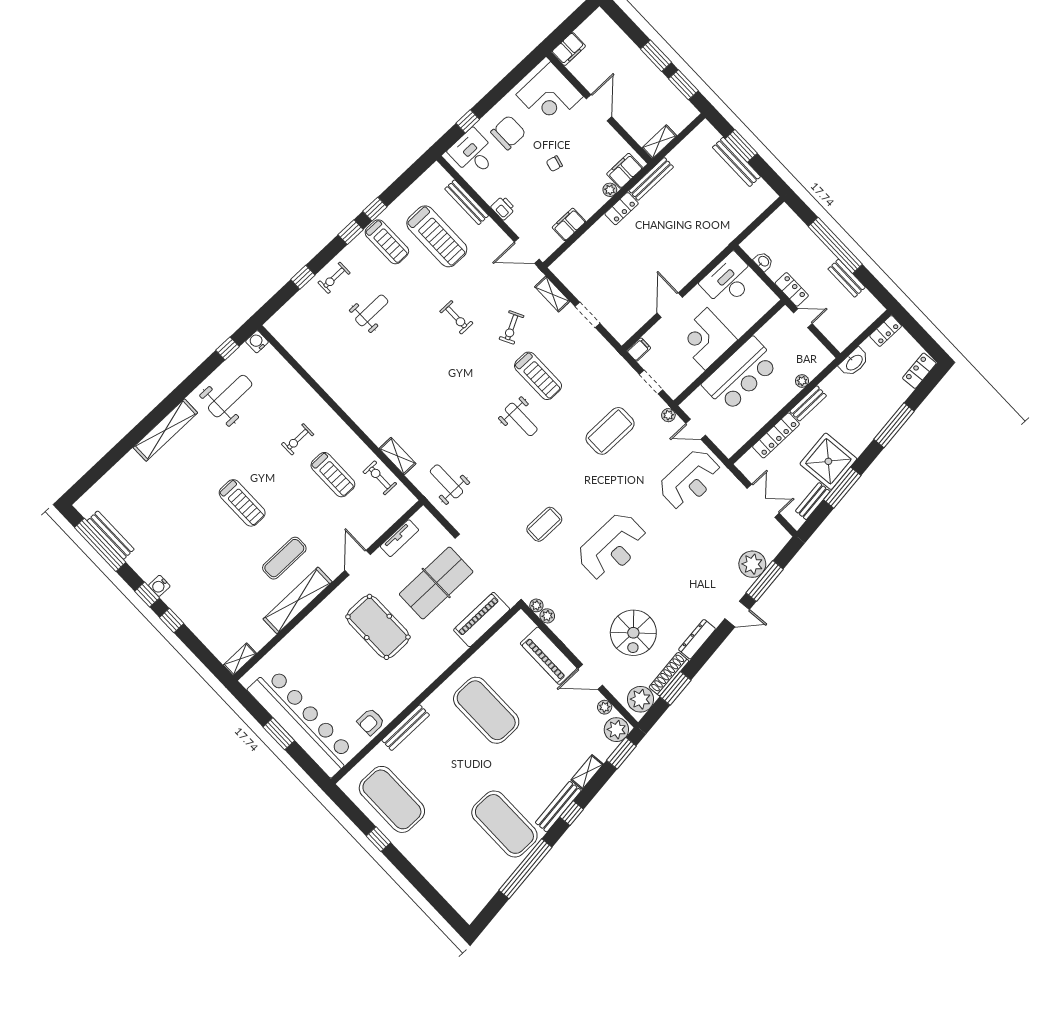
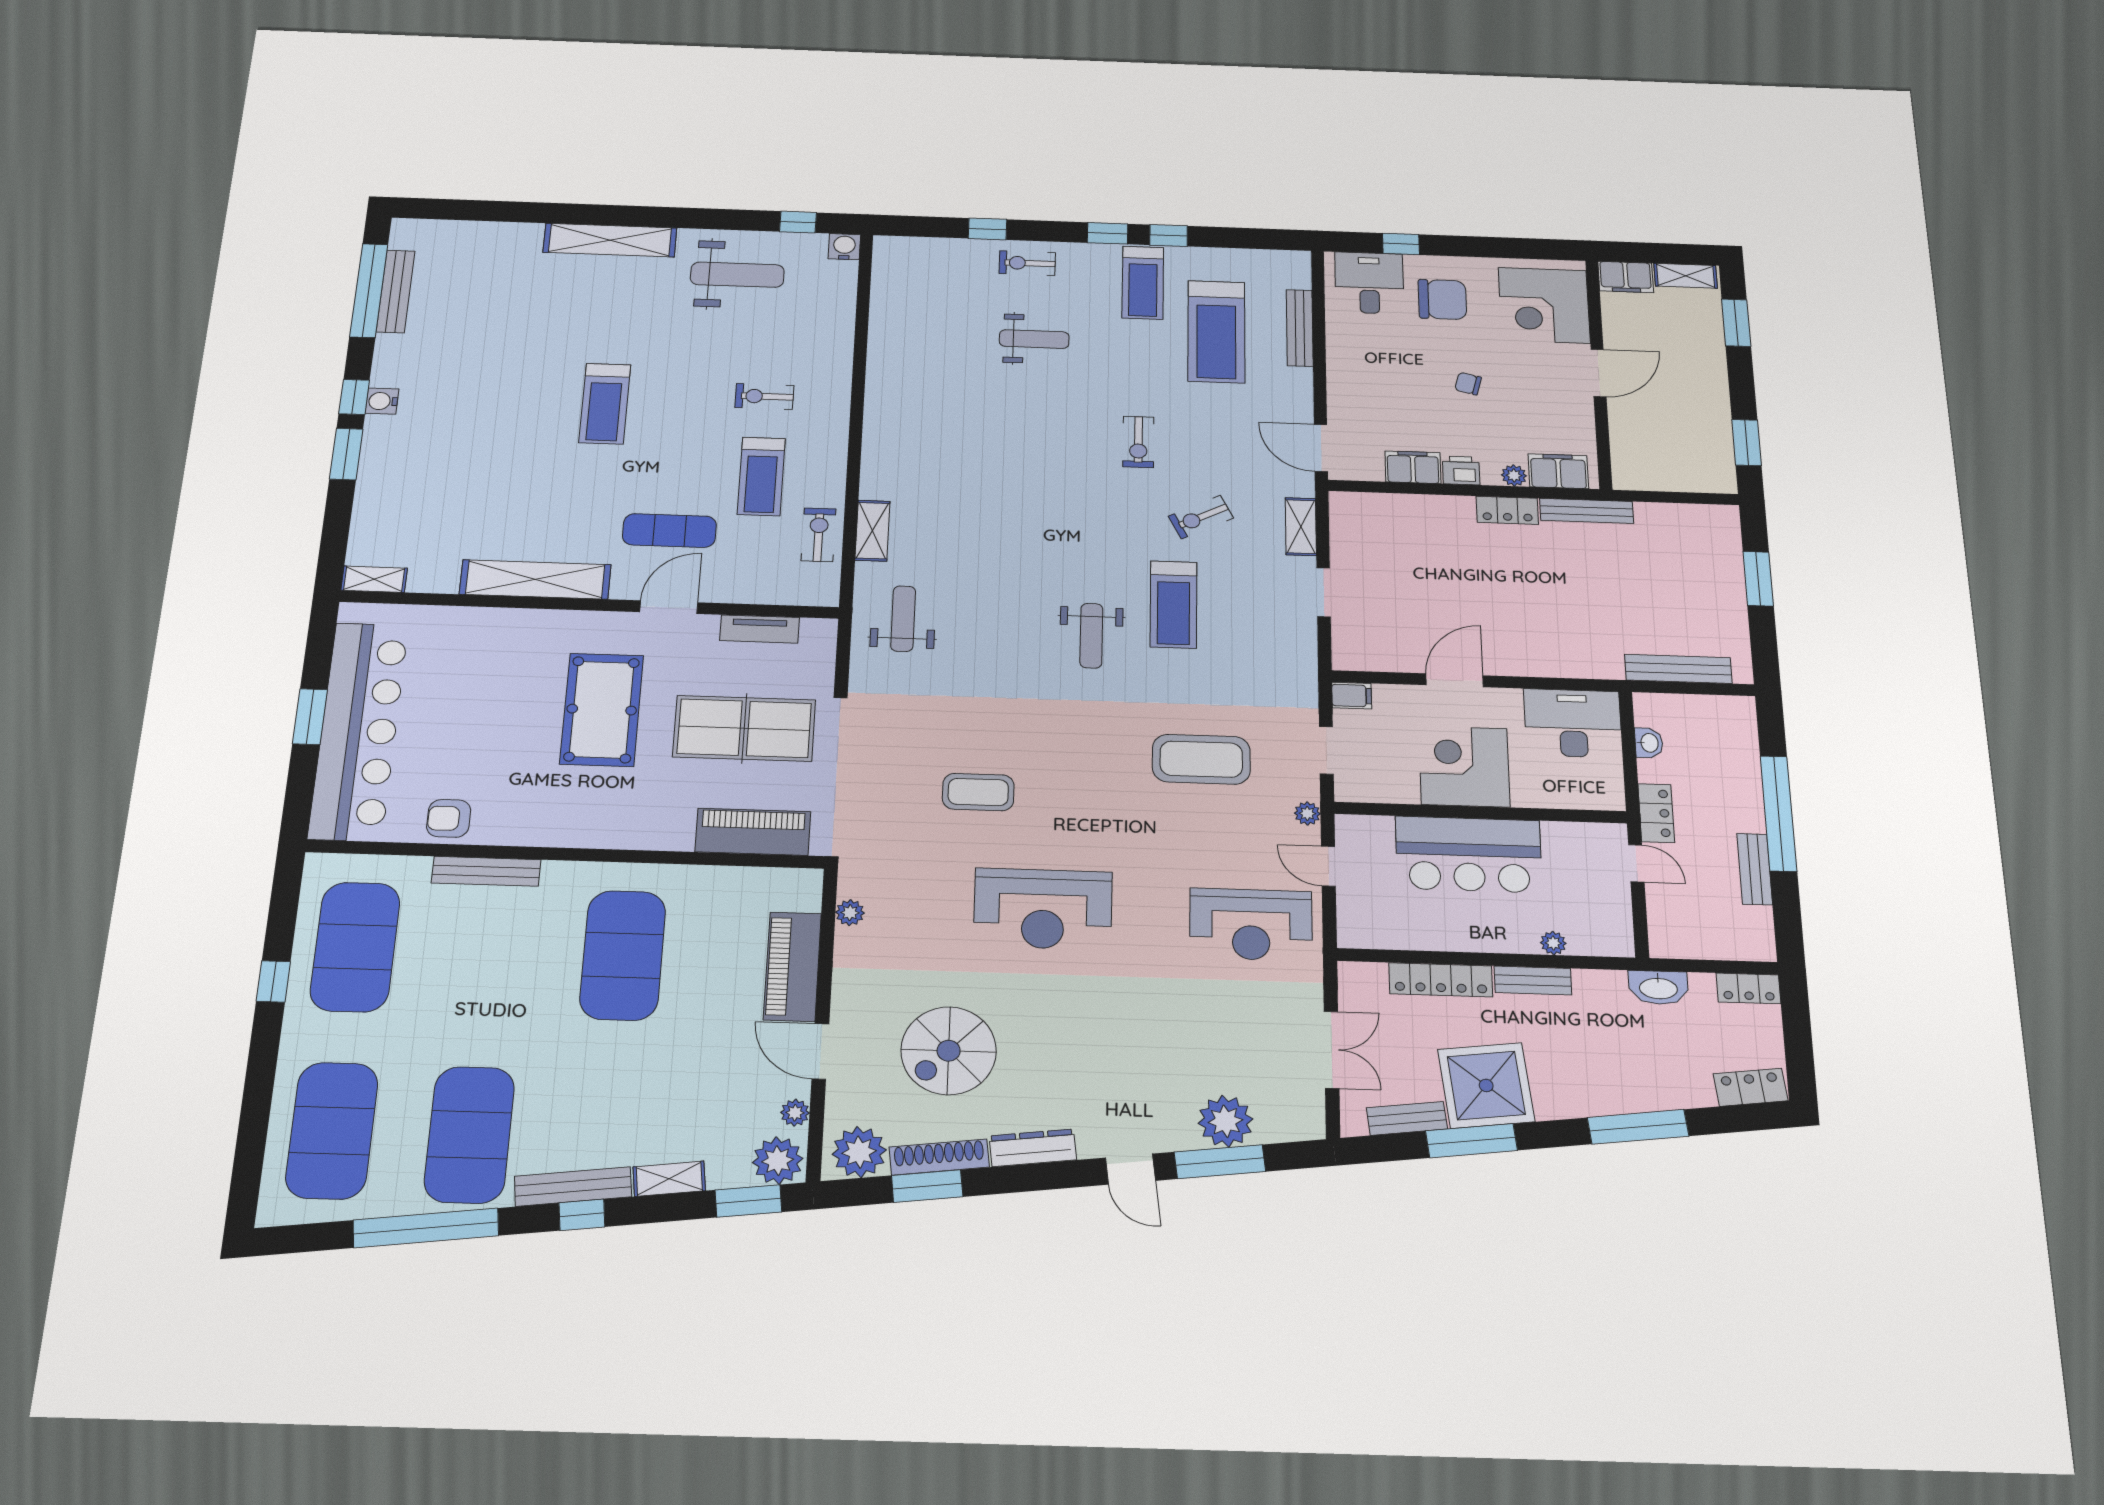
window: (656, 56) -> (1736, 323), moved
shelving: (659, 142) -> (1686, 276), moved
bench: (736, 162) -> (1678, 669), moved, turned 90
printer: (503, 208) -> (1461, 470), moved, turned -90
exercise mat: (284, 558) -> (669, 531), moved
plant: (536, 605) -> (850, 885), removed
window: (172, 620) -> (346, 454), width x1.50
exercise mat: (457, 869) -> (332, 1130), added

